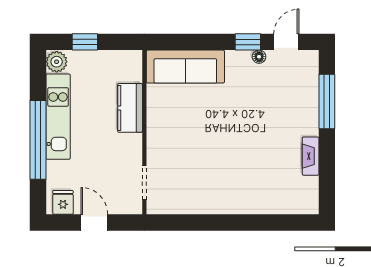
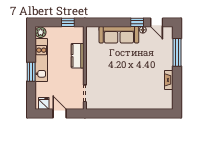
window: (85, 42) -> (68, 22), moved
door: (286, 42) -> (157, 22), swing flipped
sofa: (185, 67) -> (119, 35), moved
window: (38, 140) -> (31, 72), width x0.47

